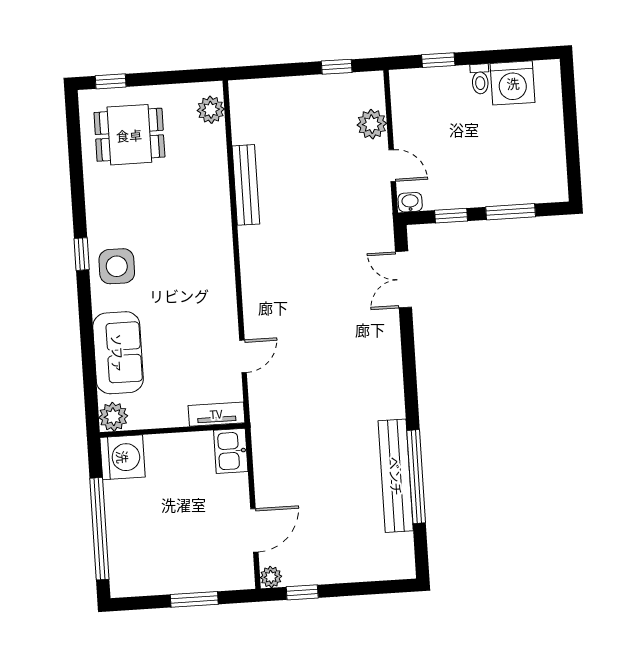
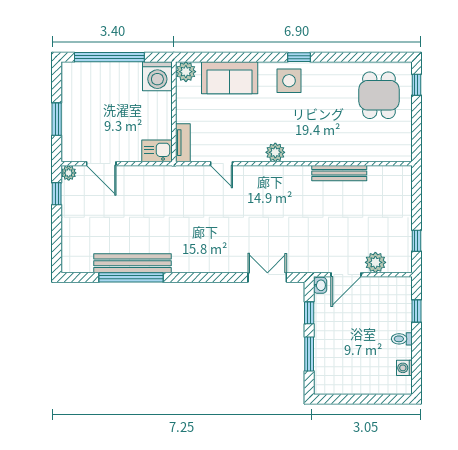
washing machine: (513, 83) -> (404, 368), width x0.53, depth x0.53
plant: (211, 110) -> (275, 152), moved
door: (392, 166) -> (346, 275), width x1.38

